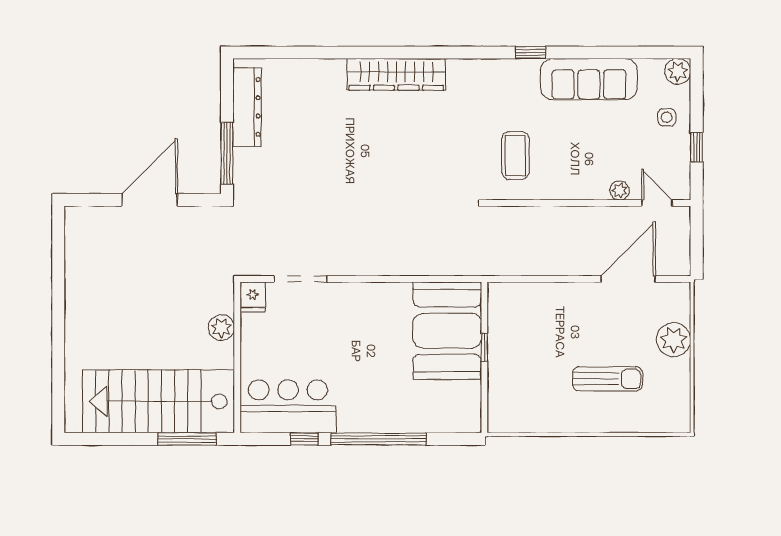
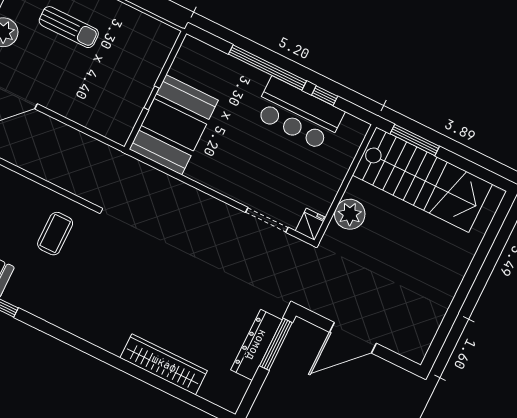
wardrobe: (396, 74) -> (164, 364), moved
dresser: (247, 107) -> (256, 345), moved
plant: (221, 328) -> (350, 214), width x1.36, depth x1.36
sun lounger: (608, 379) -> (69, 27), turned 180
bar counter: (288, 406) -> (299, 114), moved

